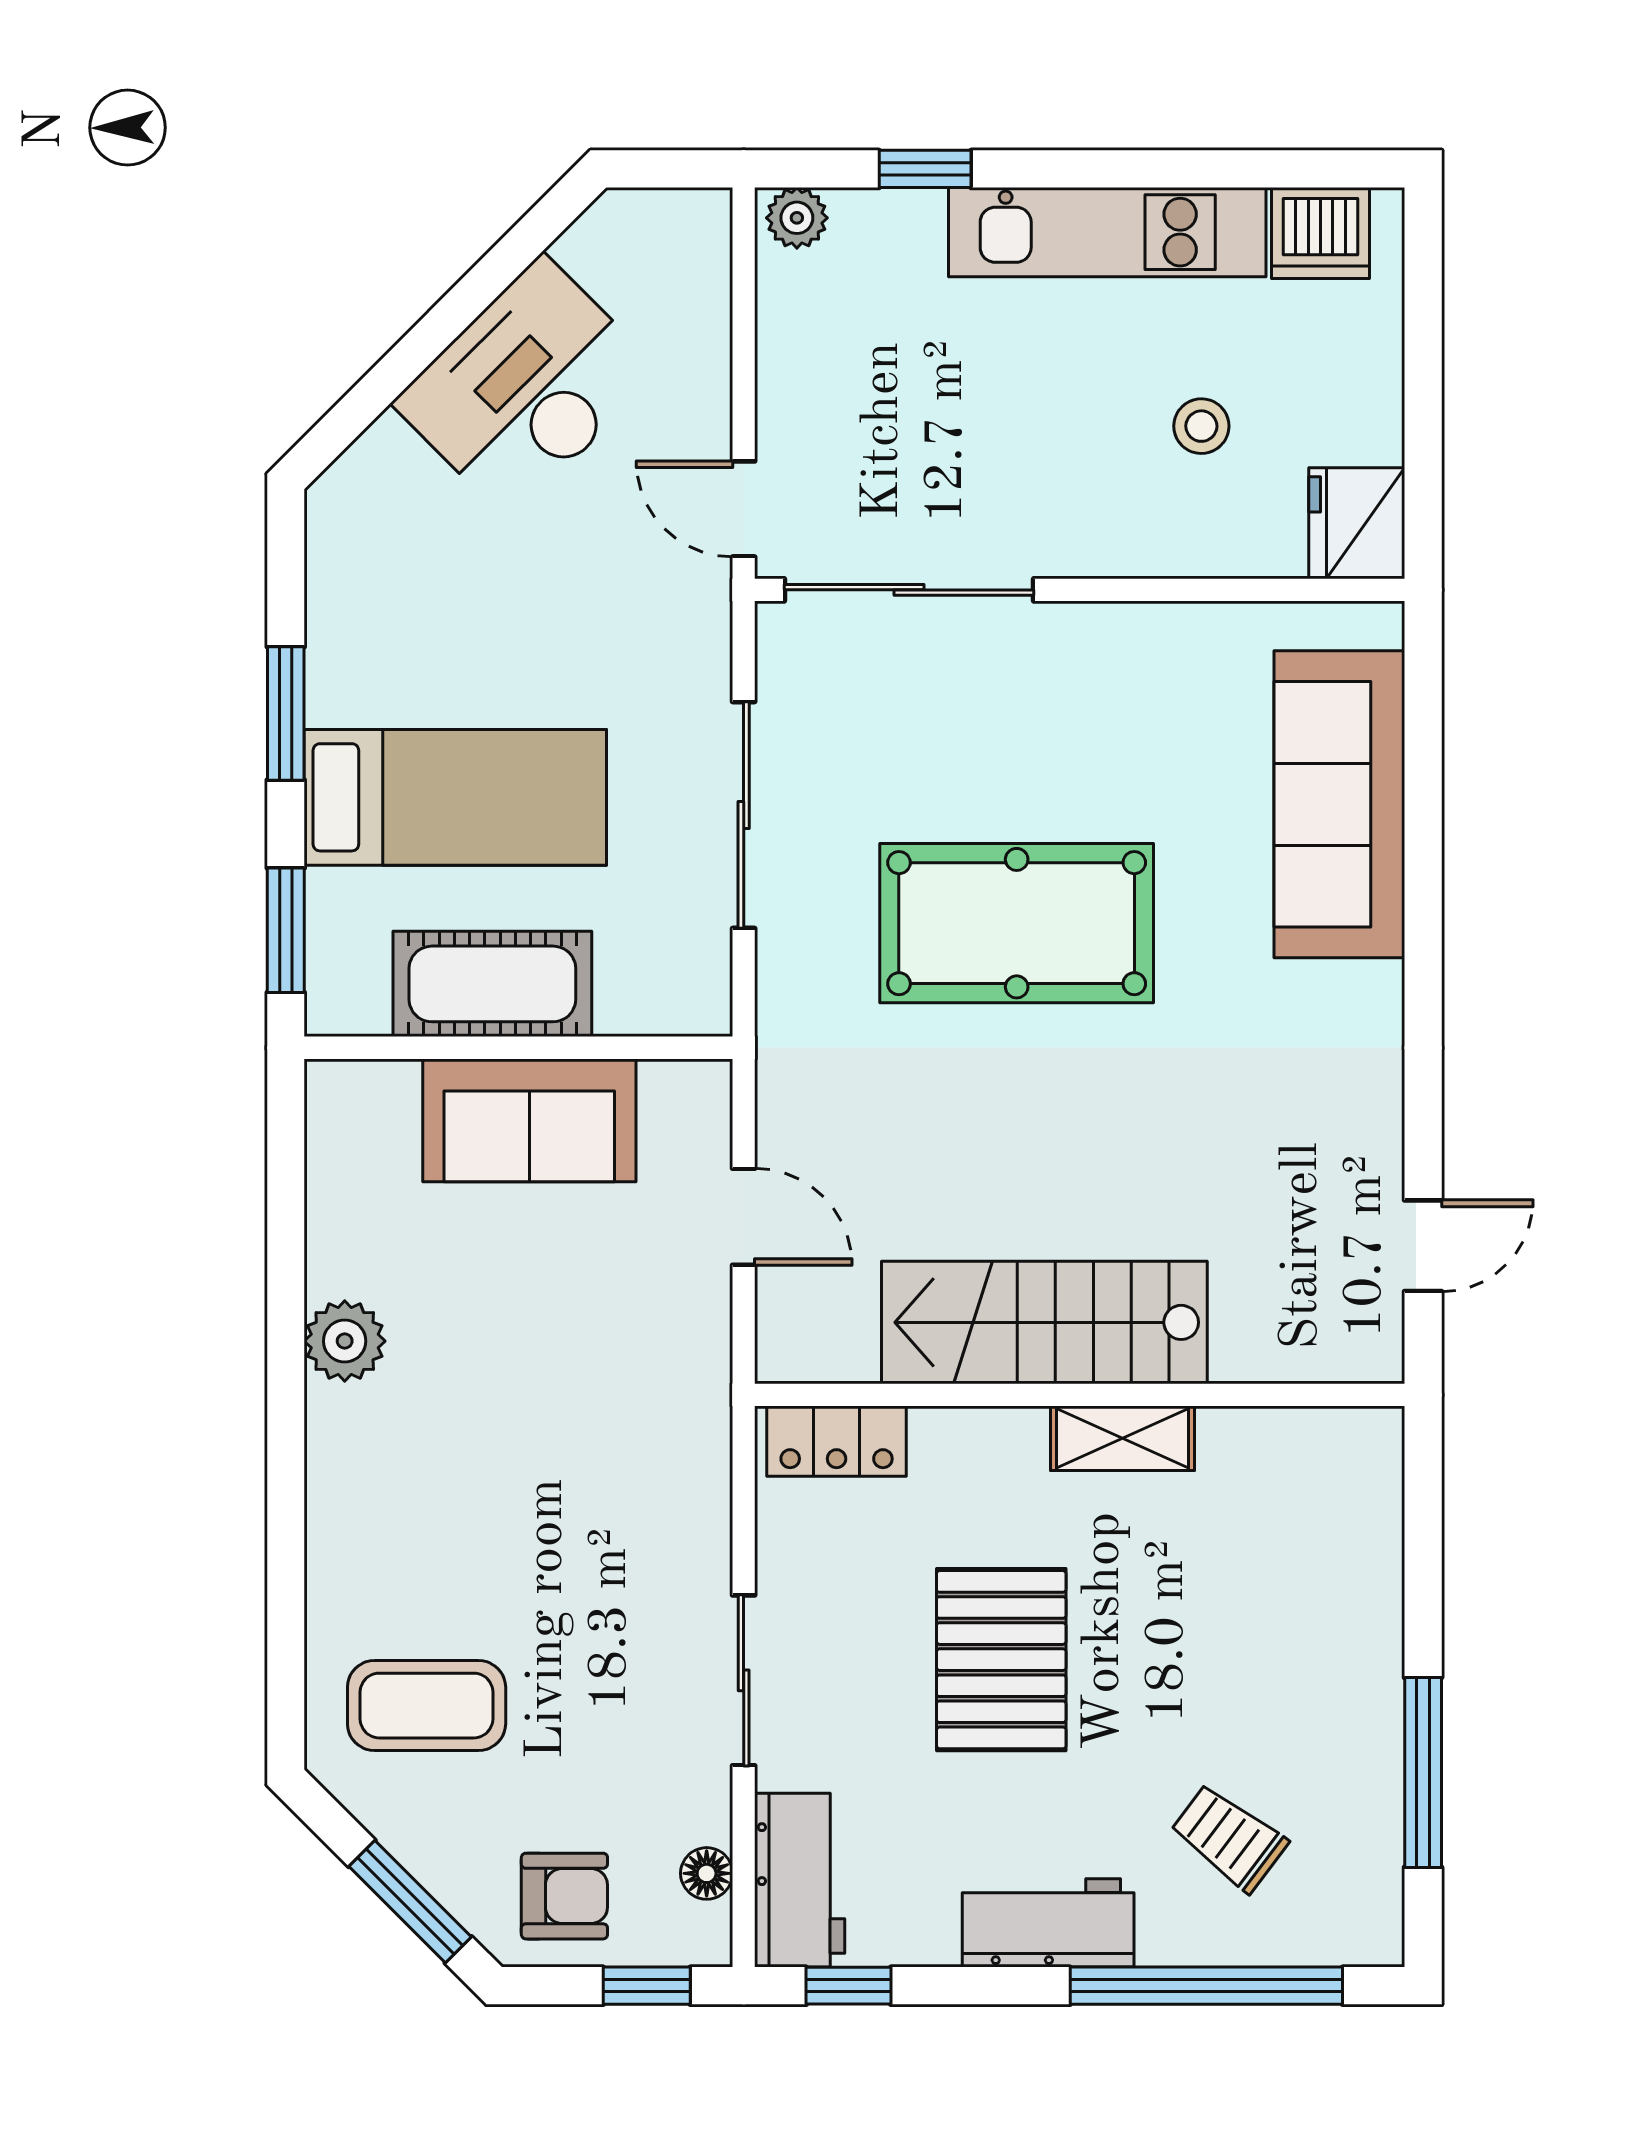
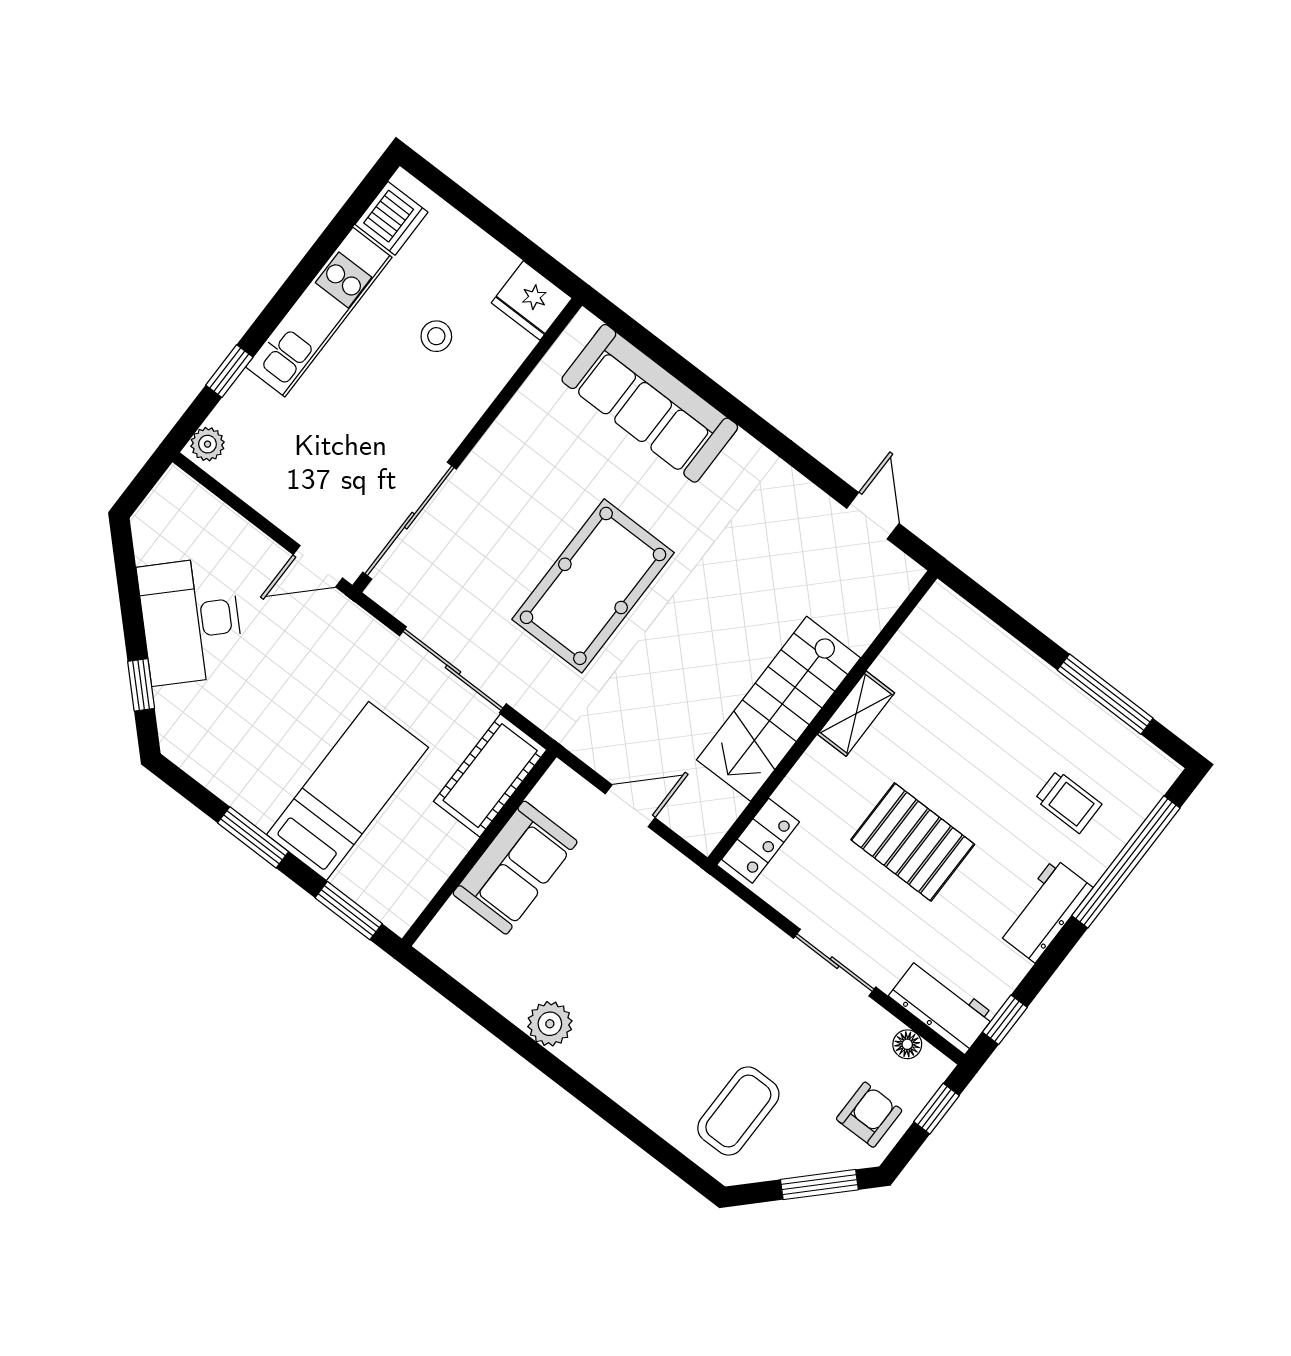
window: (381, 387) -> (141, 685), added
cot: (492, 984) -> (490, 776), moved
trolley: (1229, 1838) -> (1068, 802), turned -127

